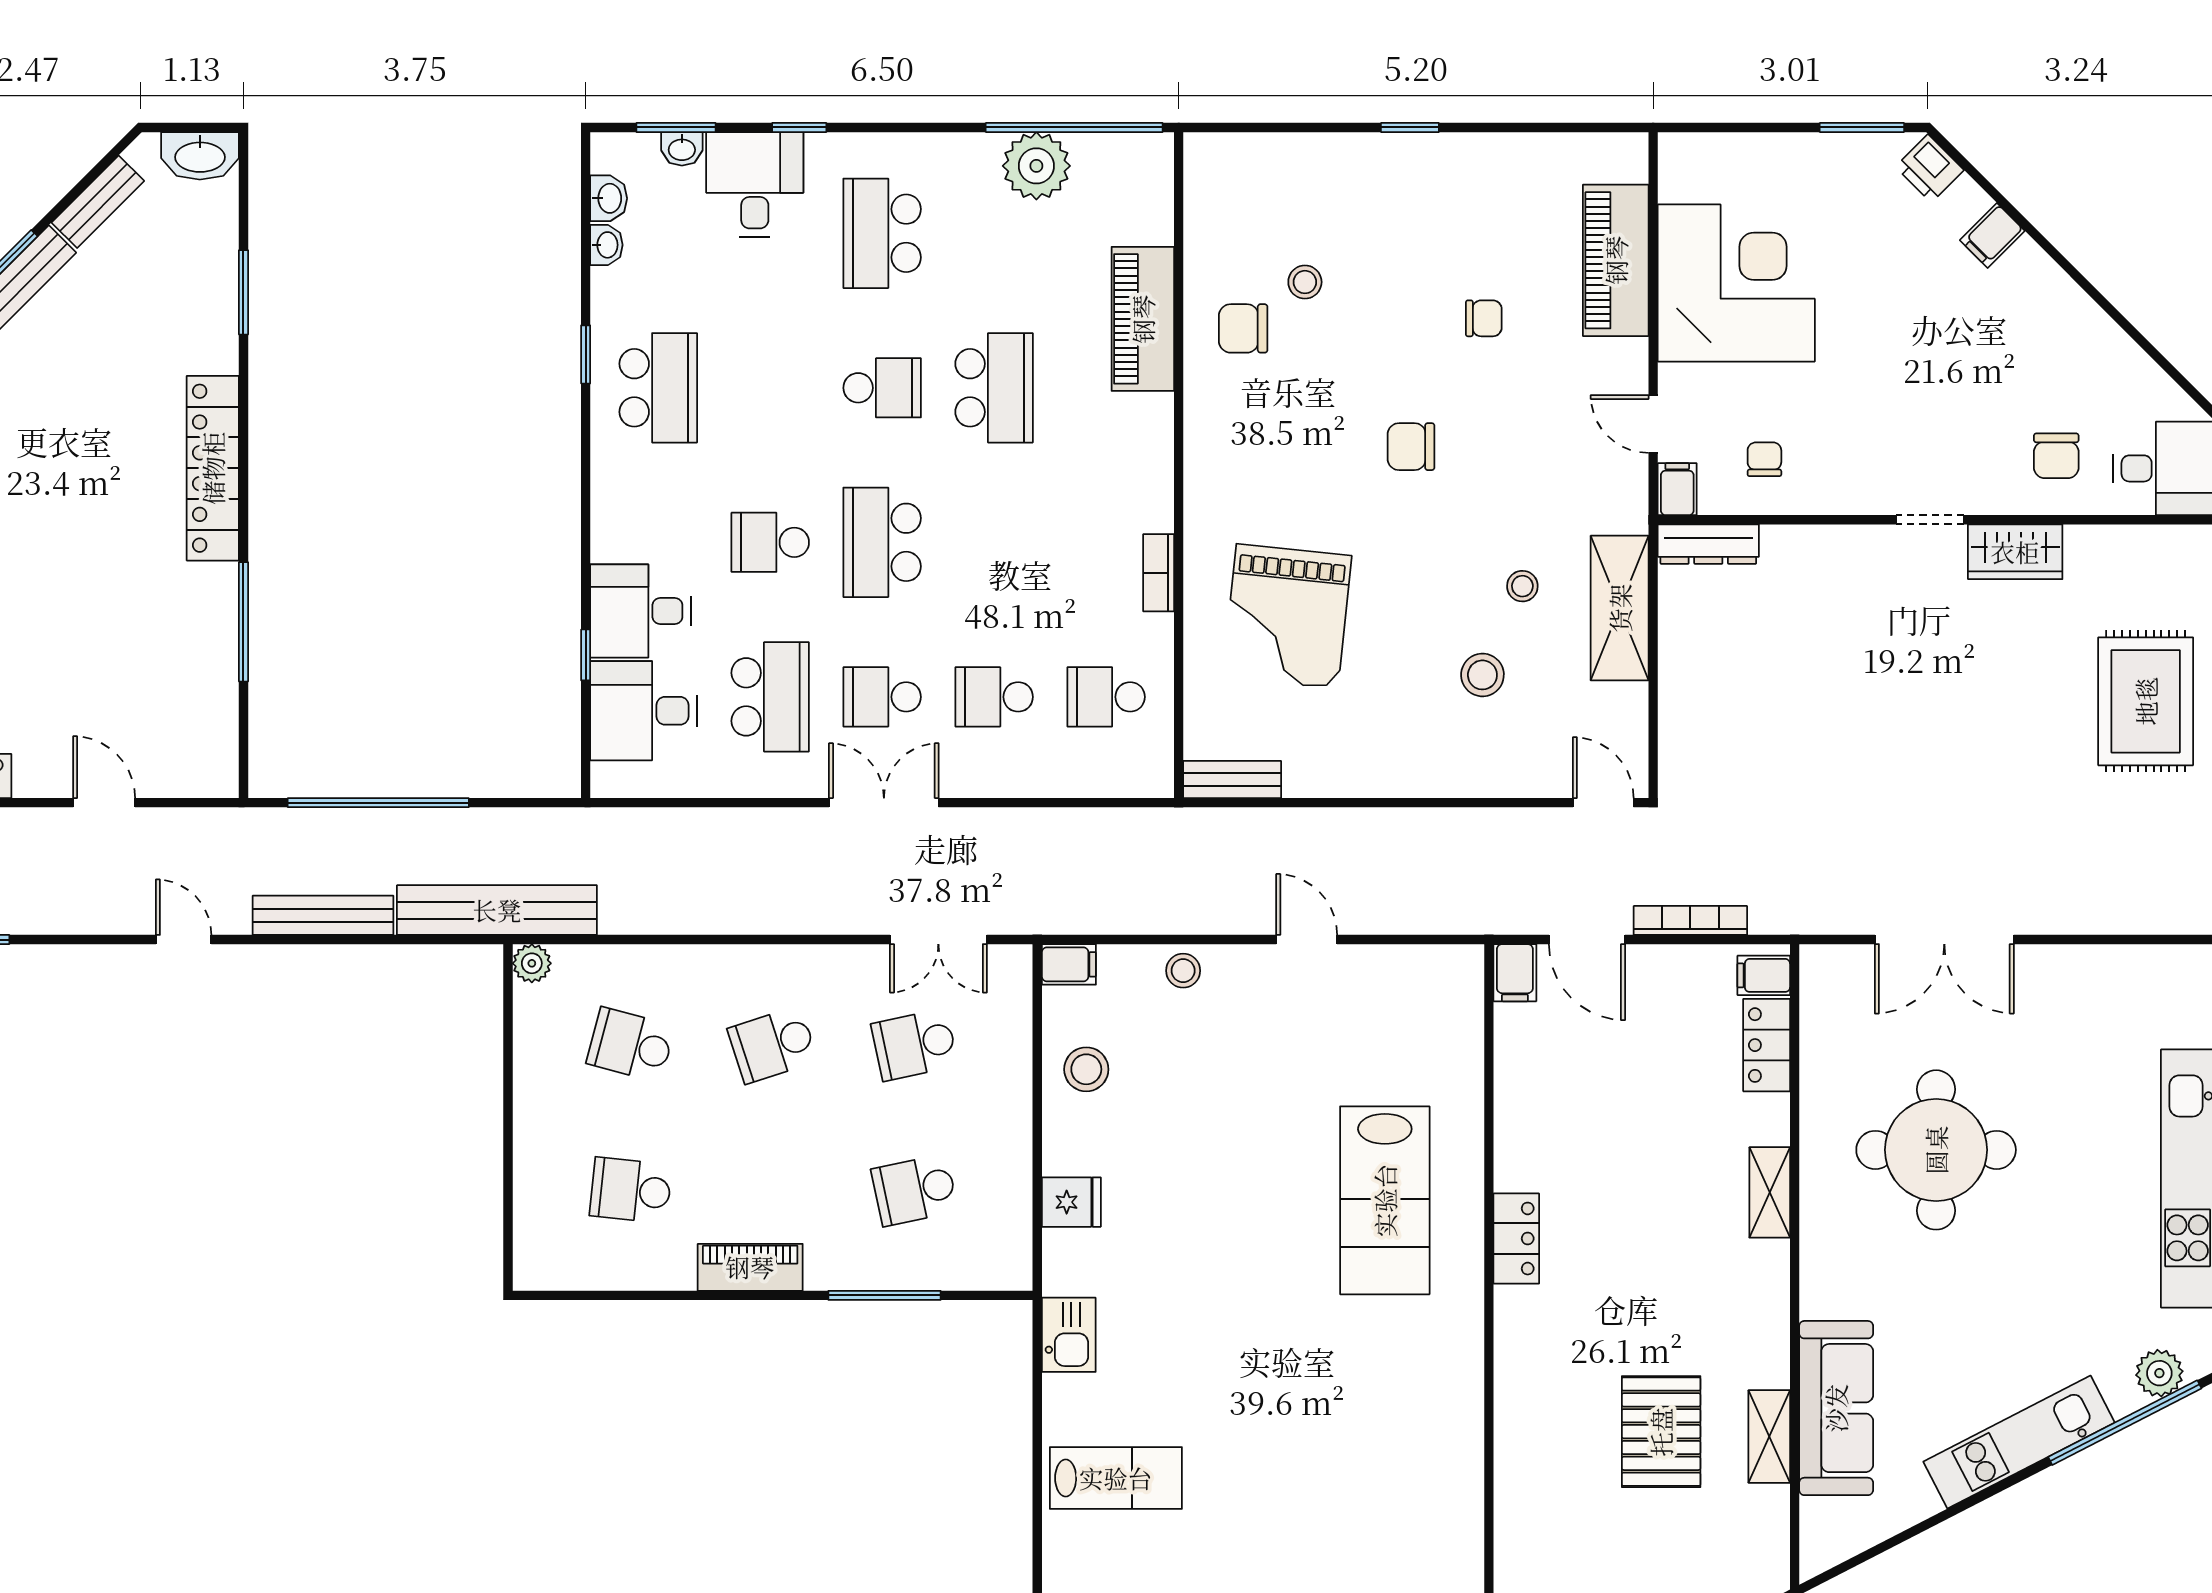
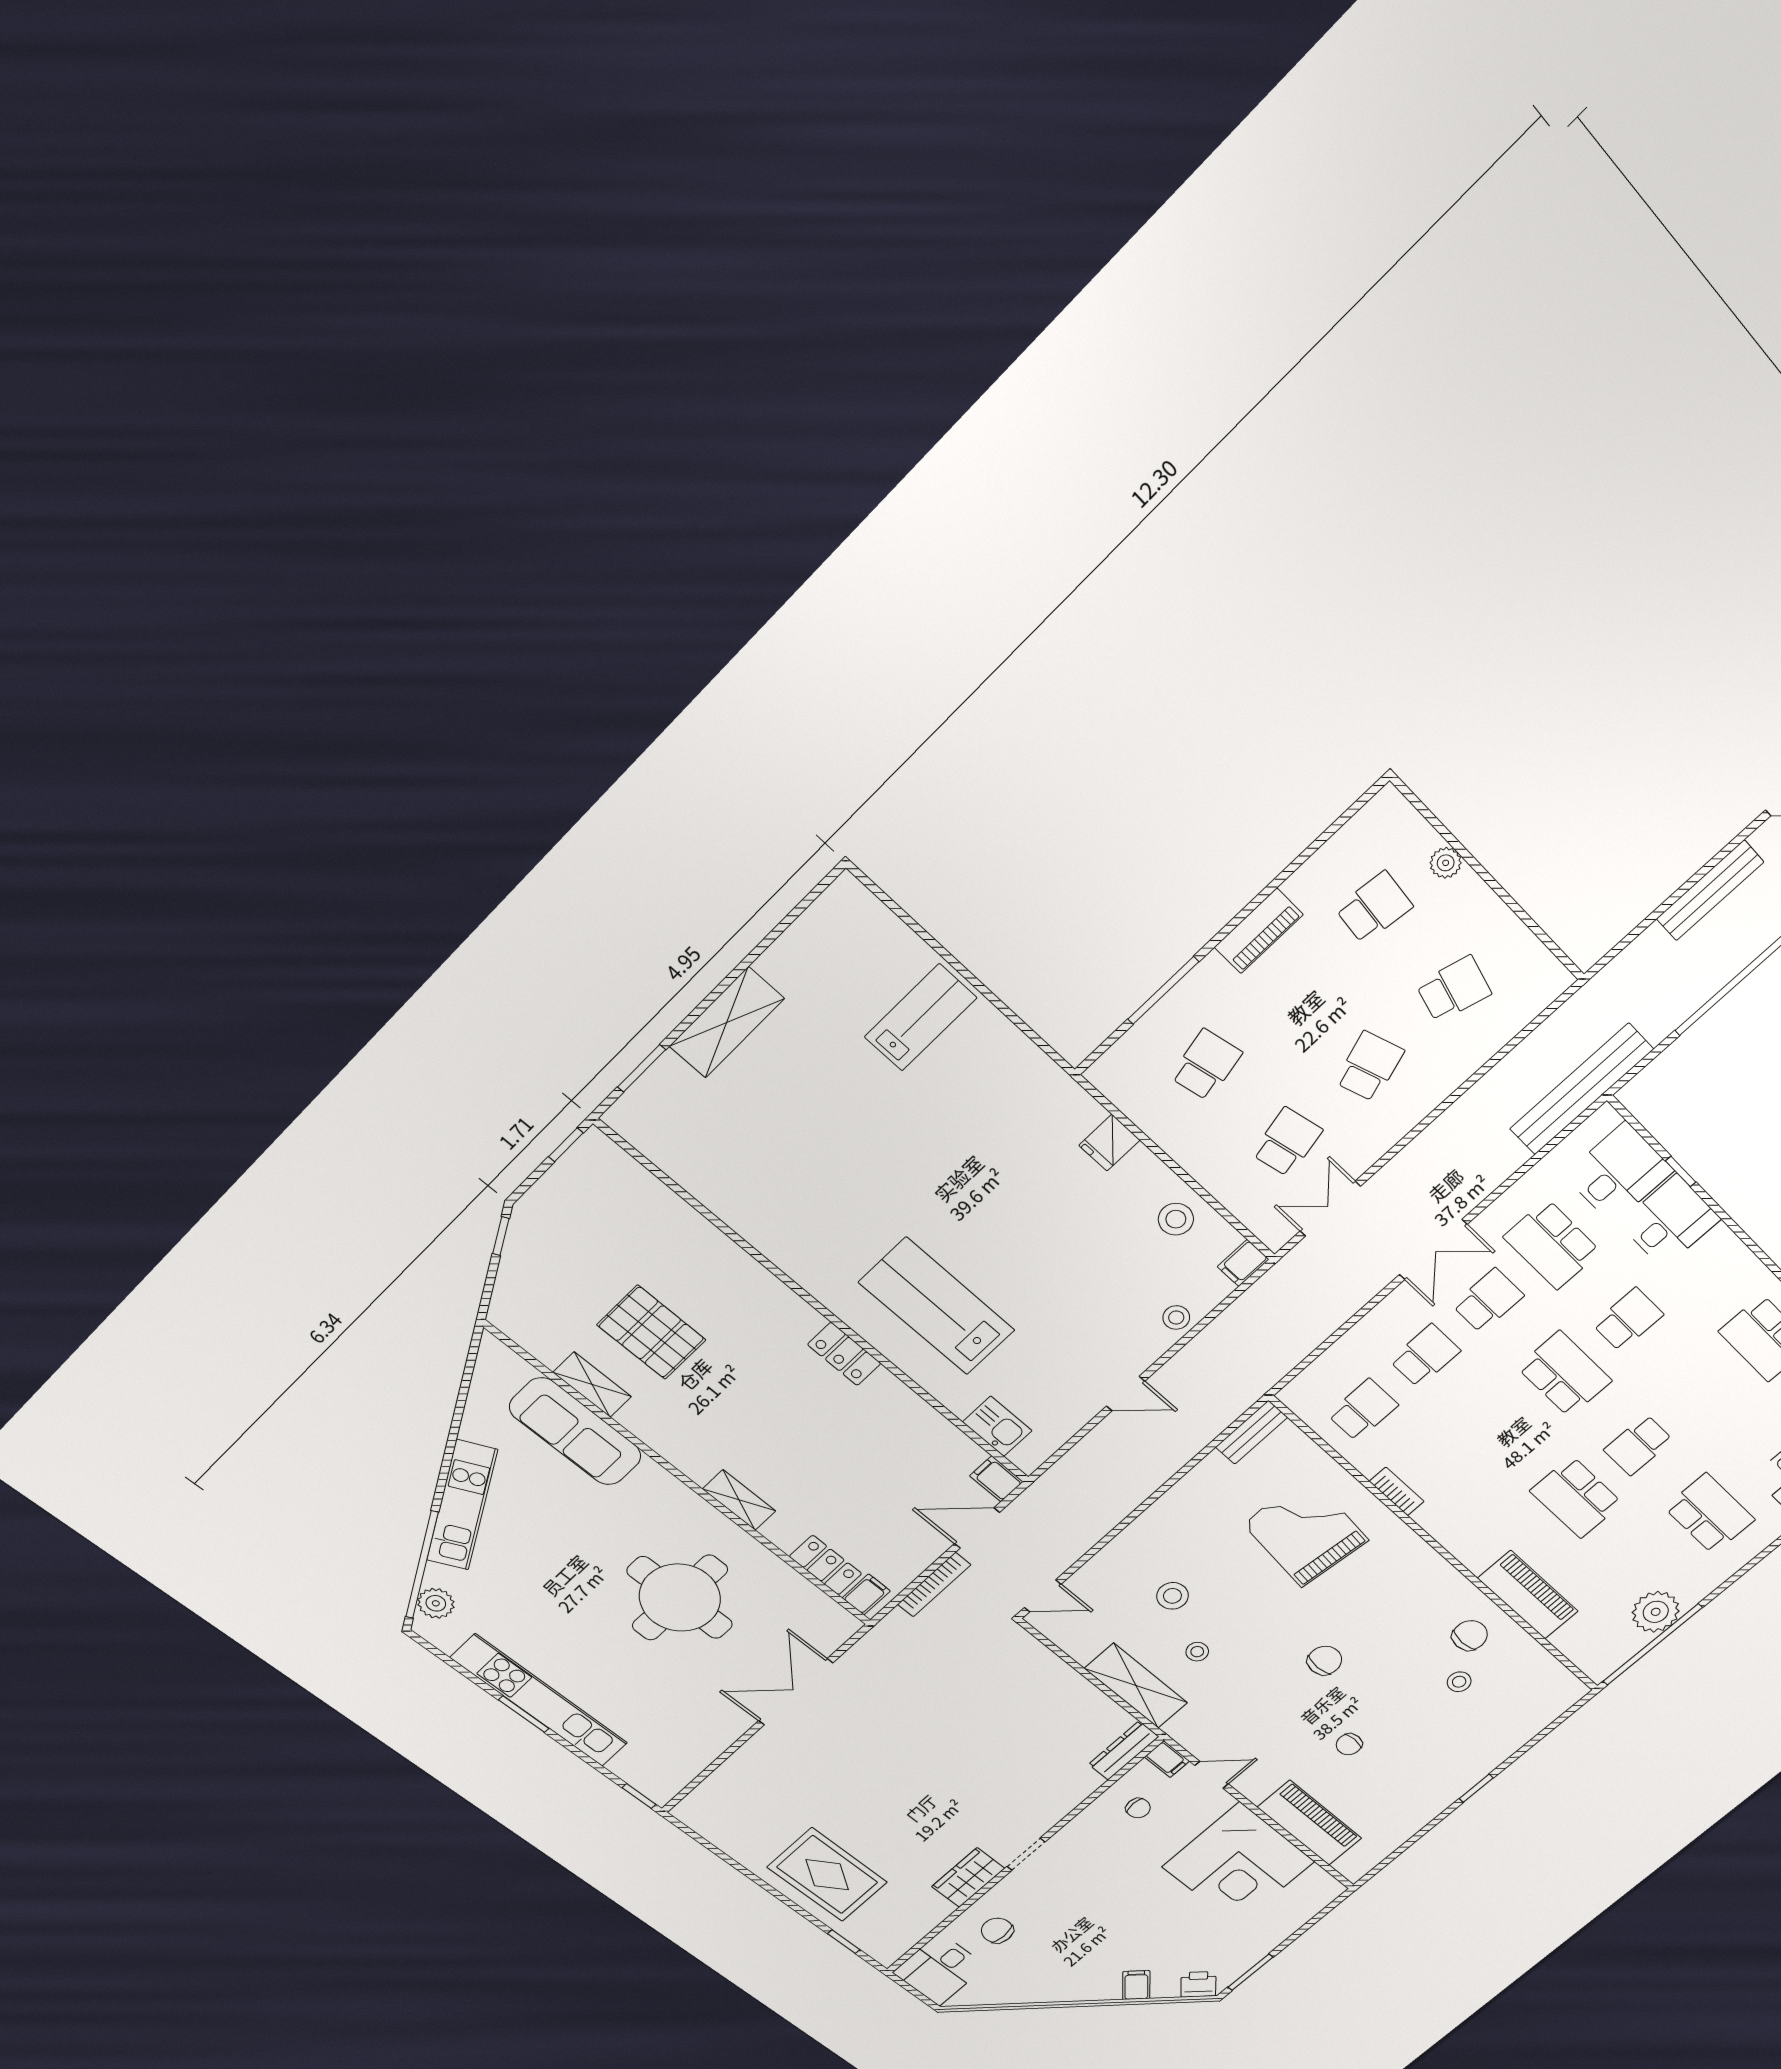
bench: (497, 910) -> (1581, 1089), moved
plant: (532, 963) -> (1446, 863), moved
kitchen sink: (1069, 1335) -> (997, 1426), moved, turned 180
lab bench: (1116, 1478) -> (921, 1017), turned 180

